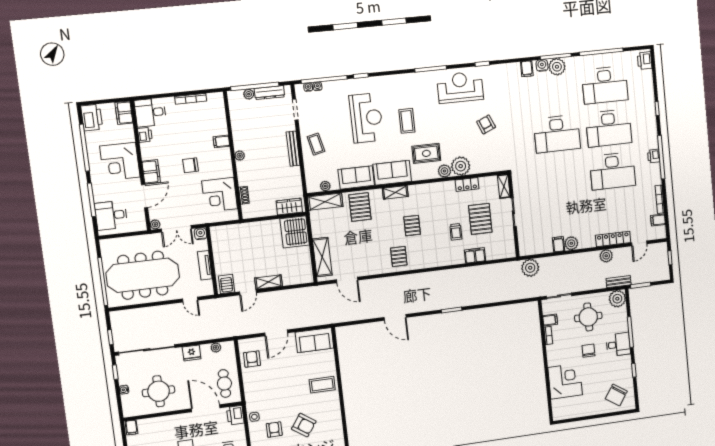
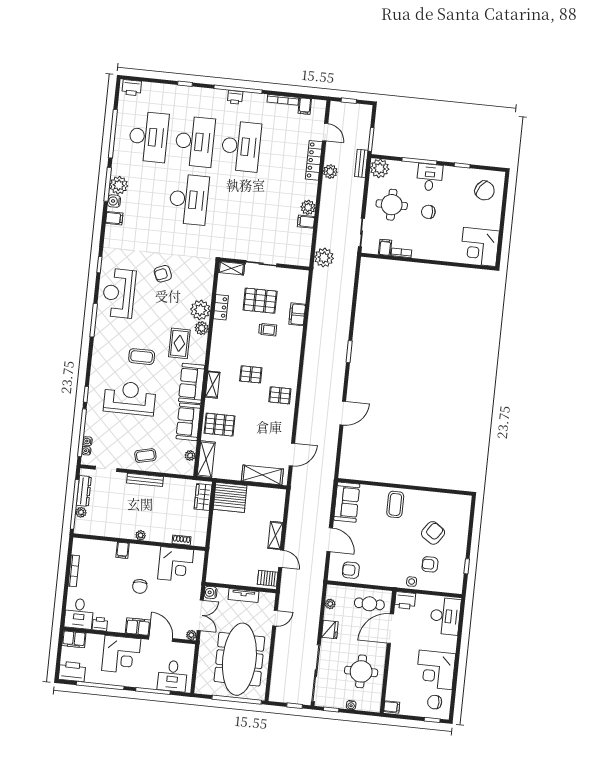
corner desk: (565, 381) -> (480, 247), moved, turned -90

